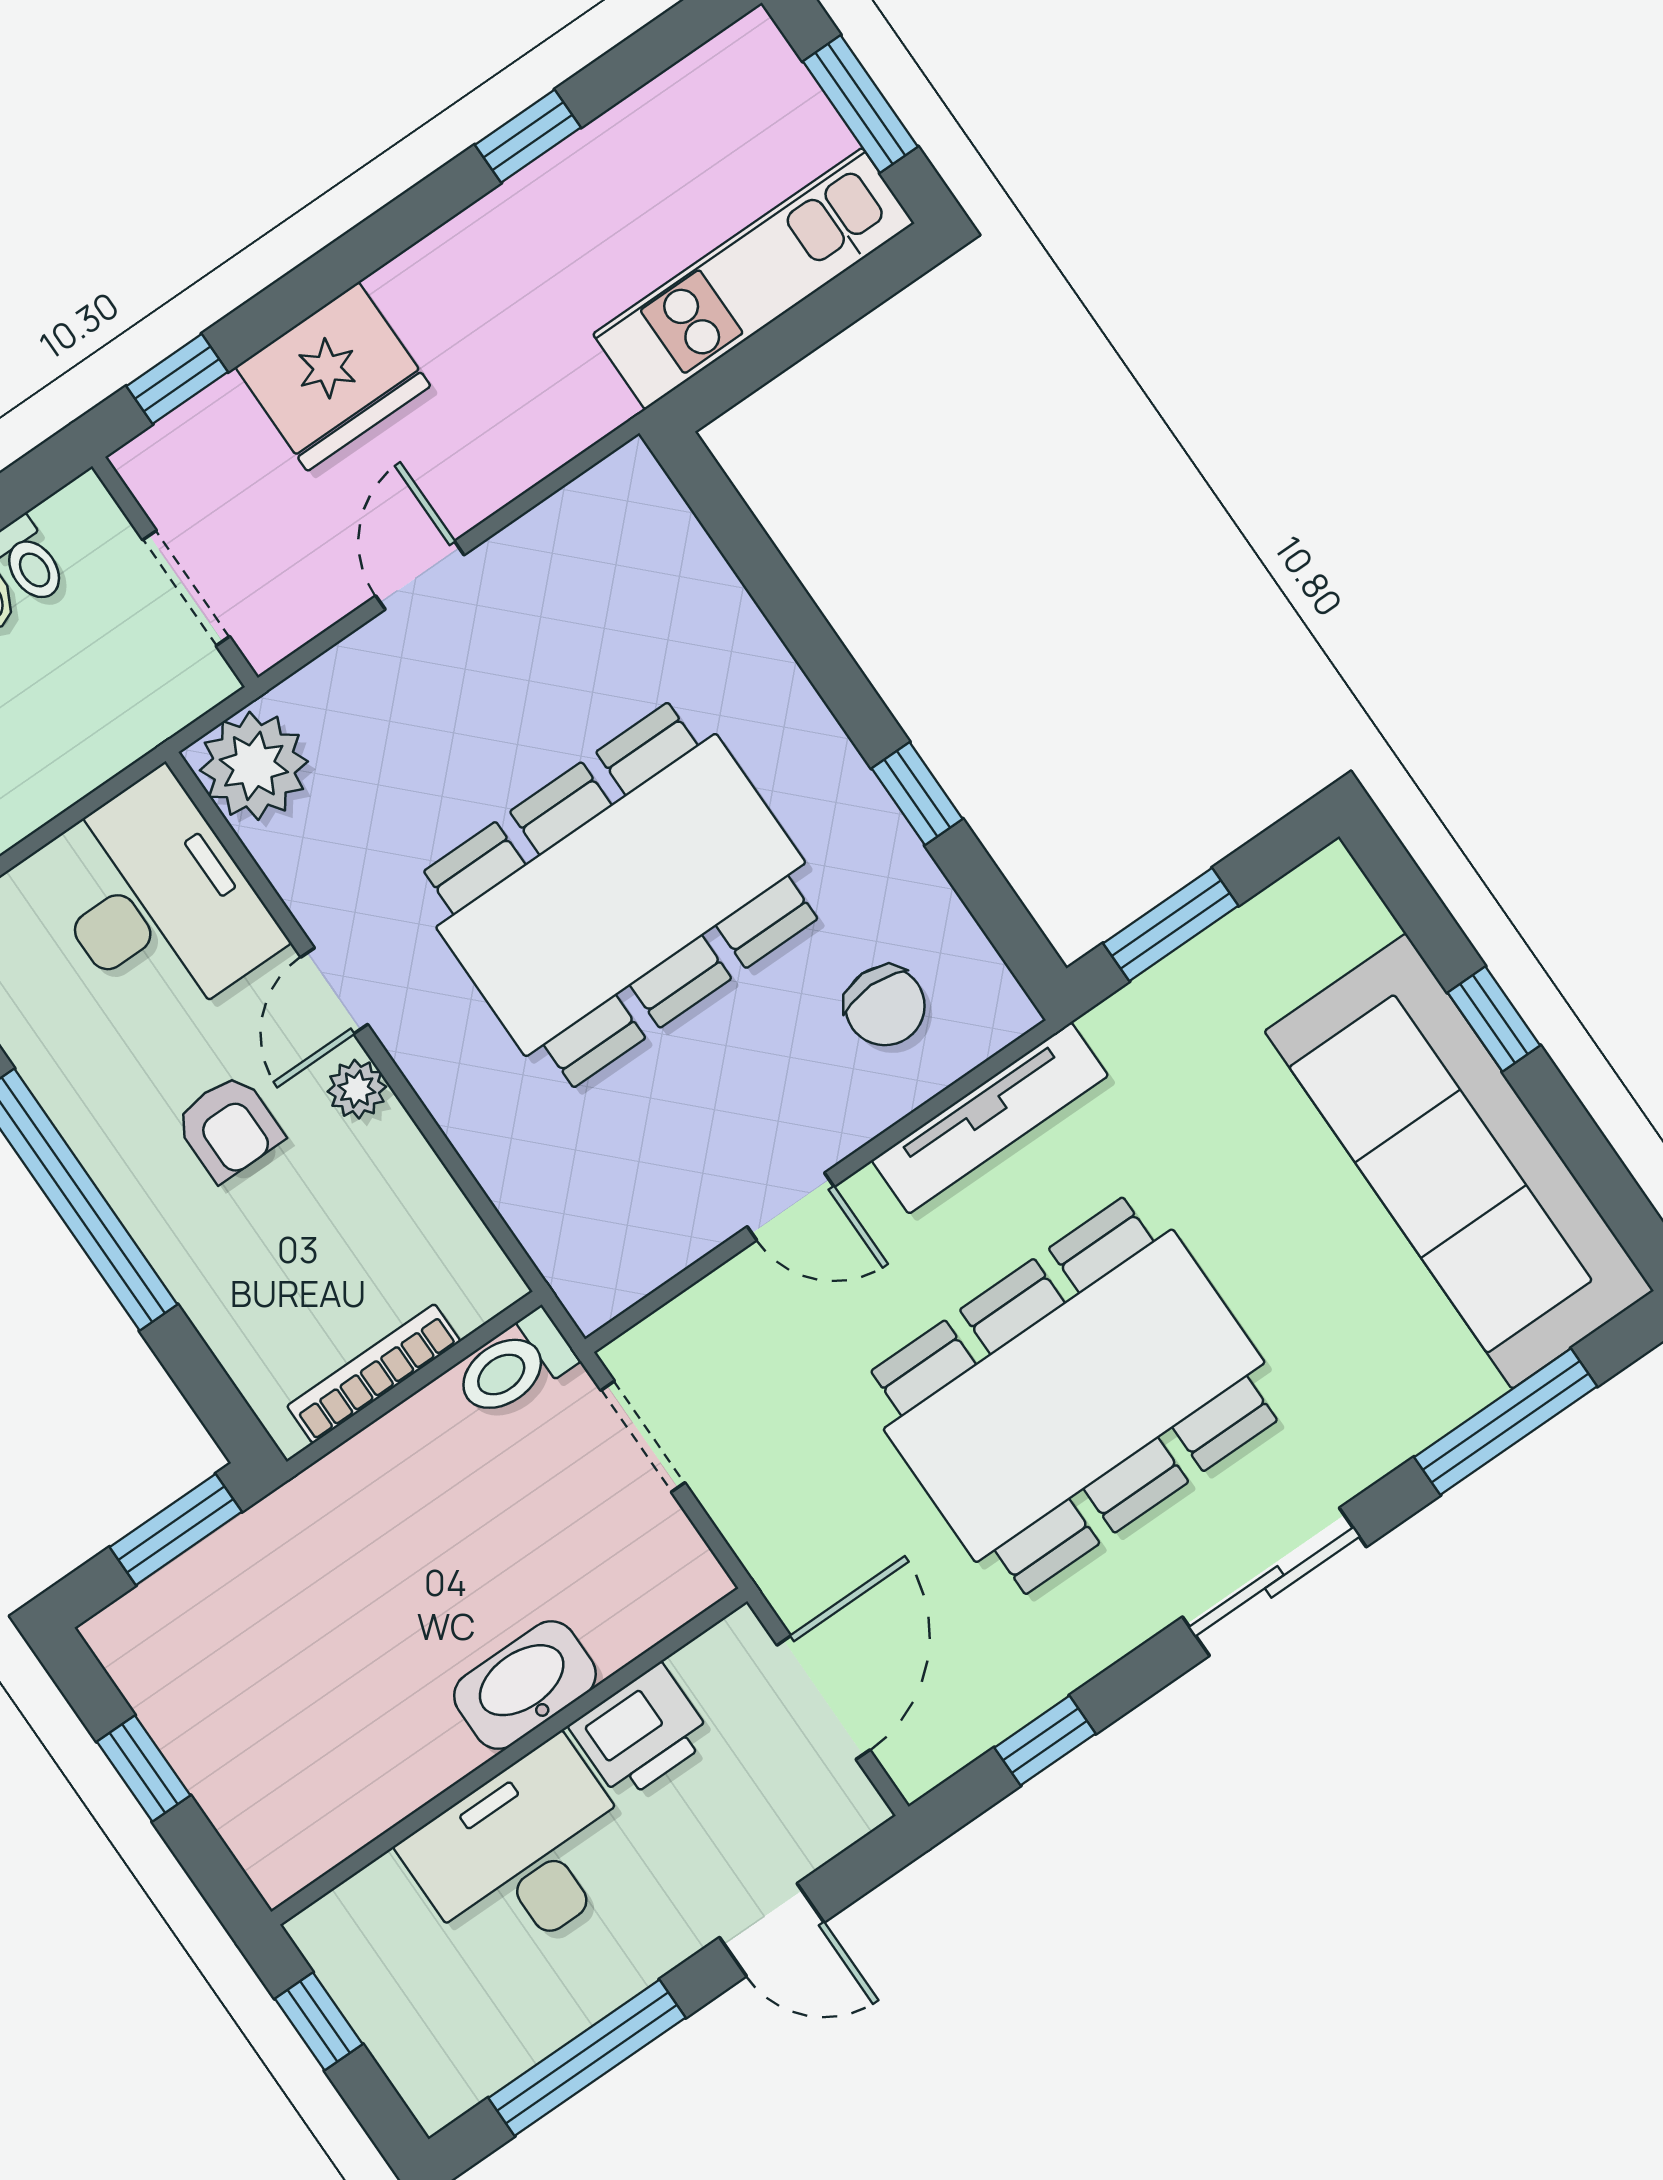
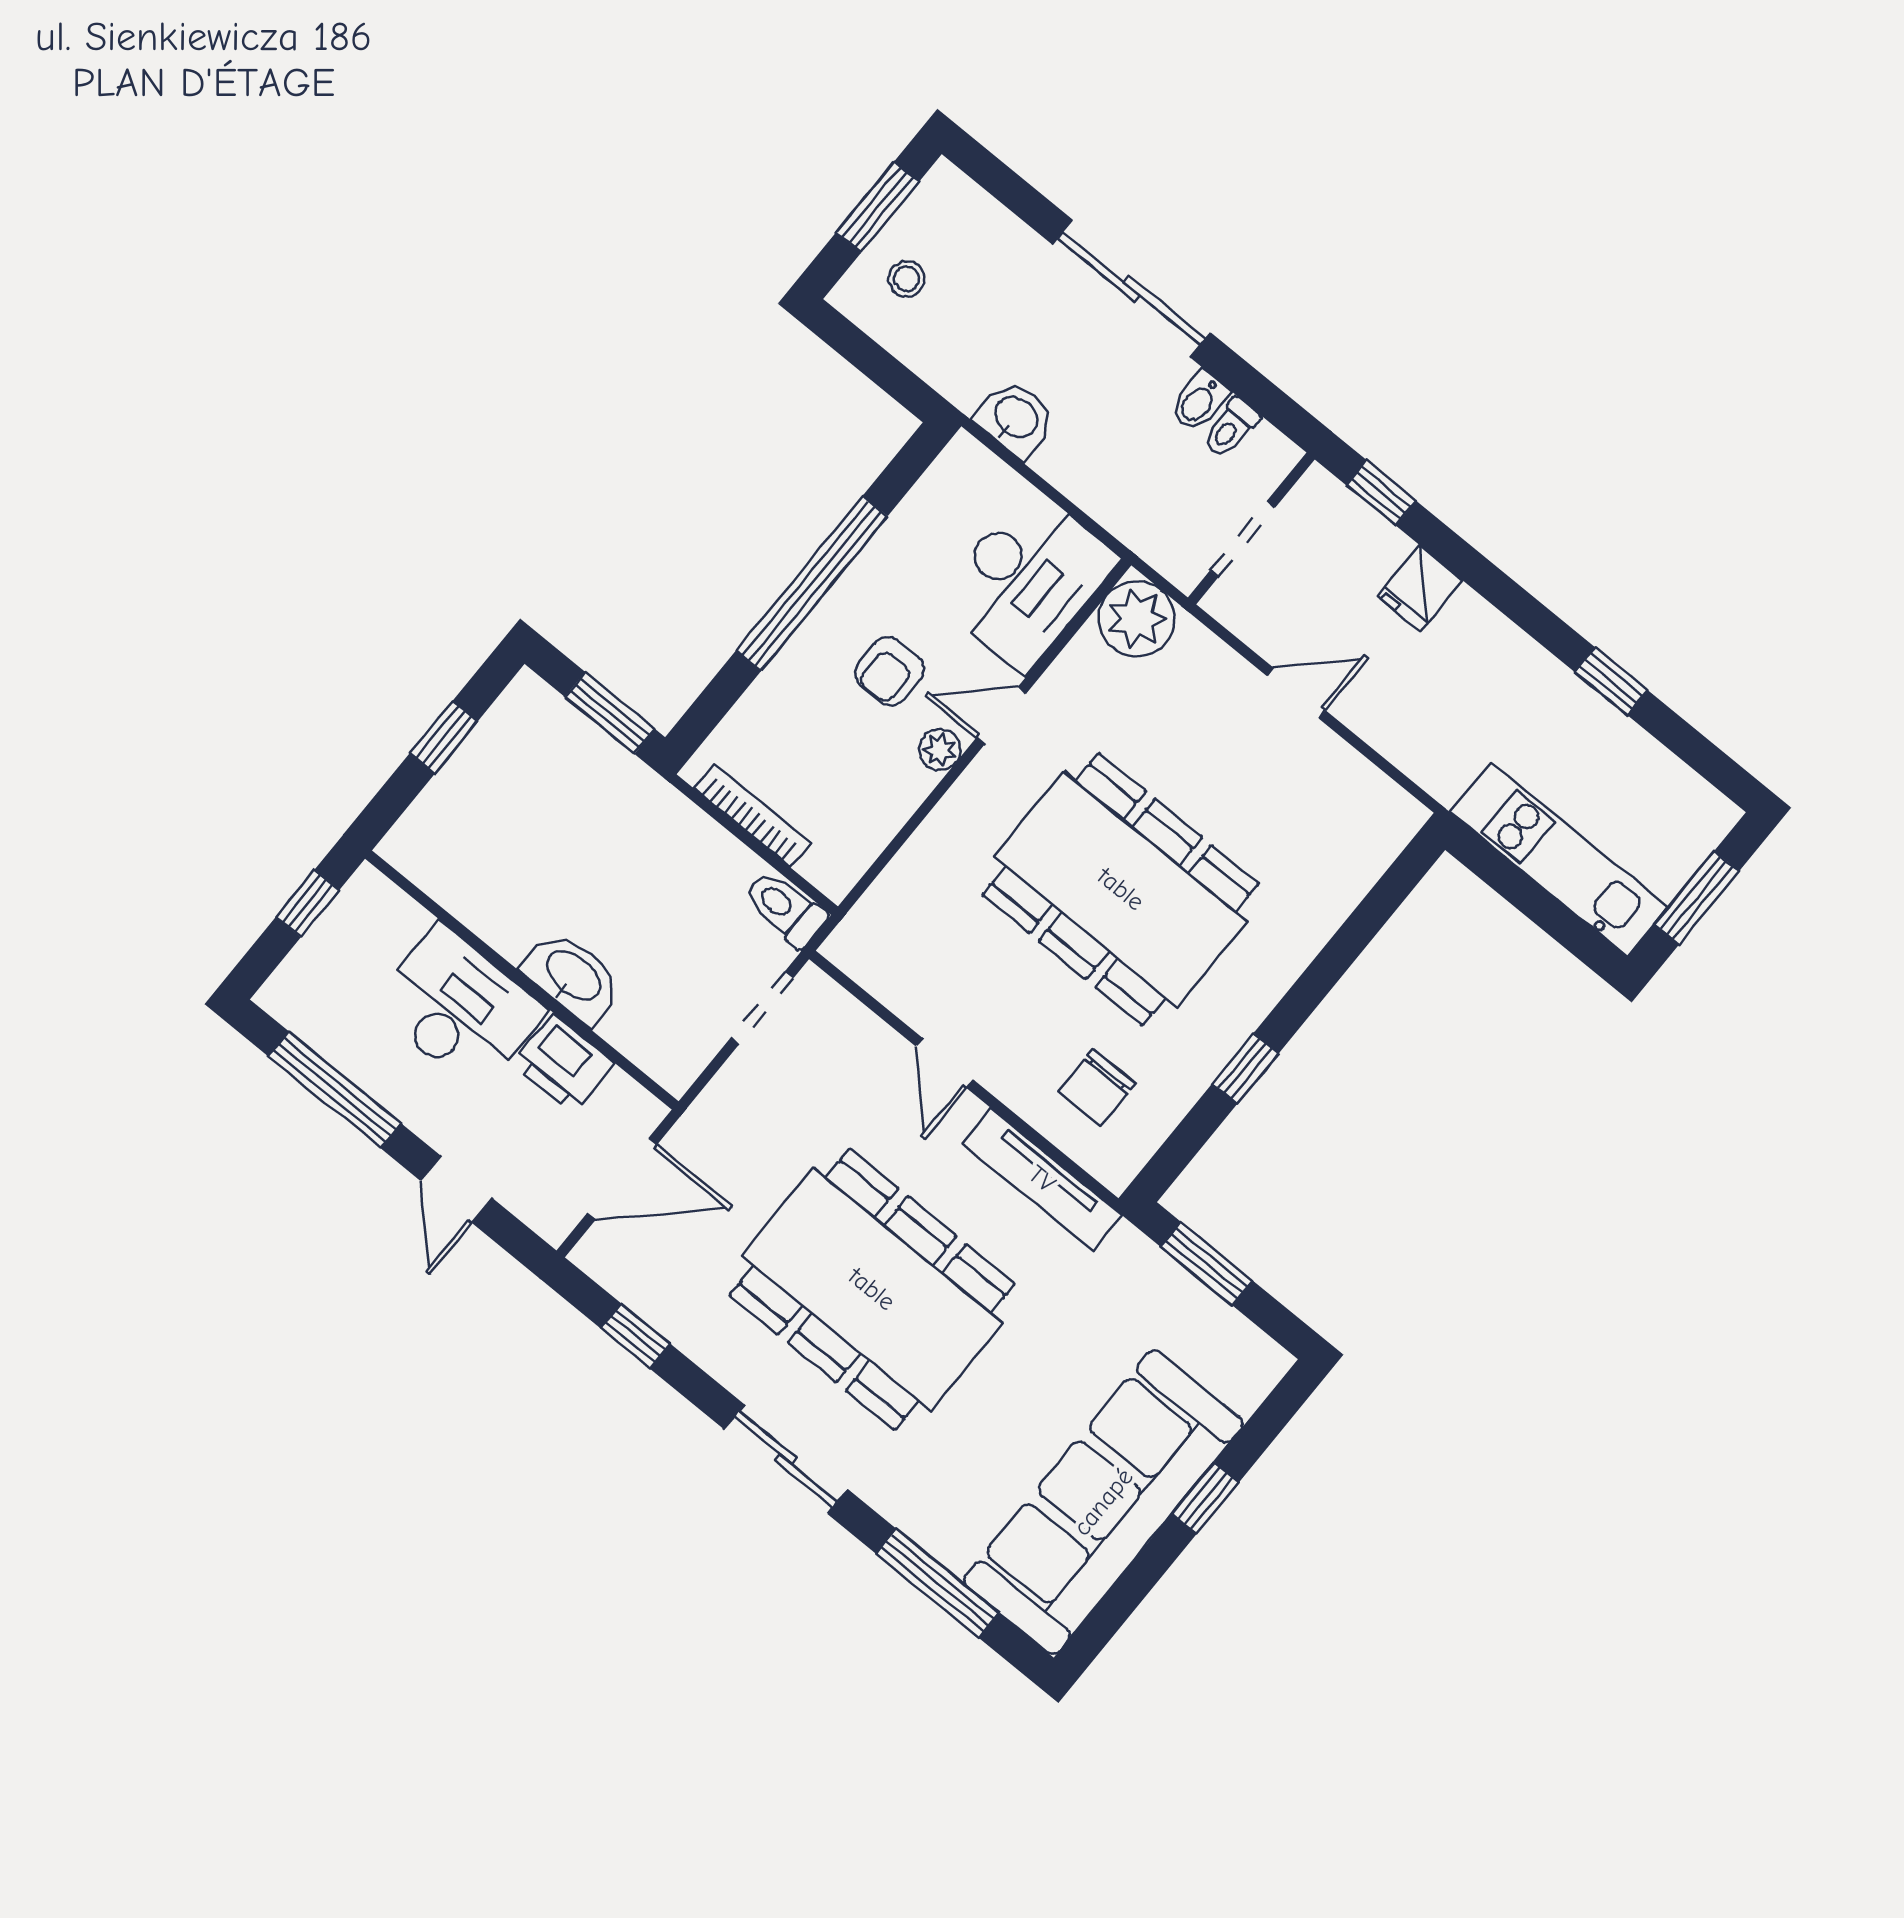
fridge: (333, 377) -> (1420, 588), width x0.53, depth x0.75

